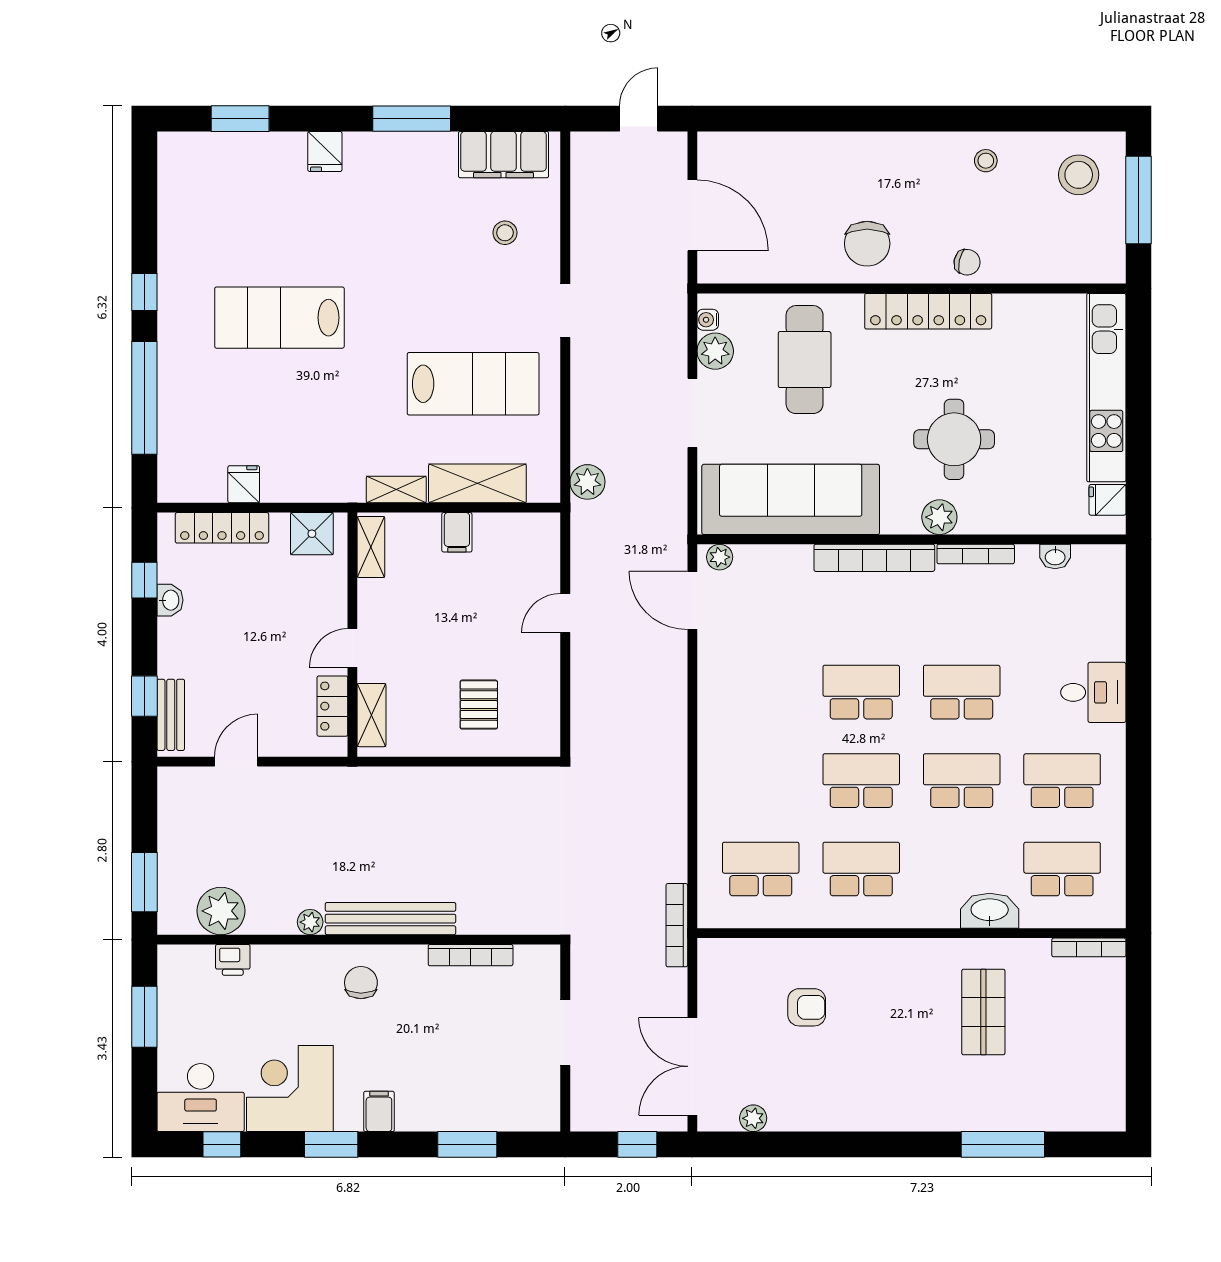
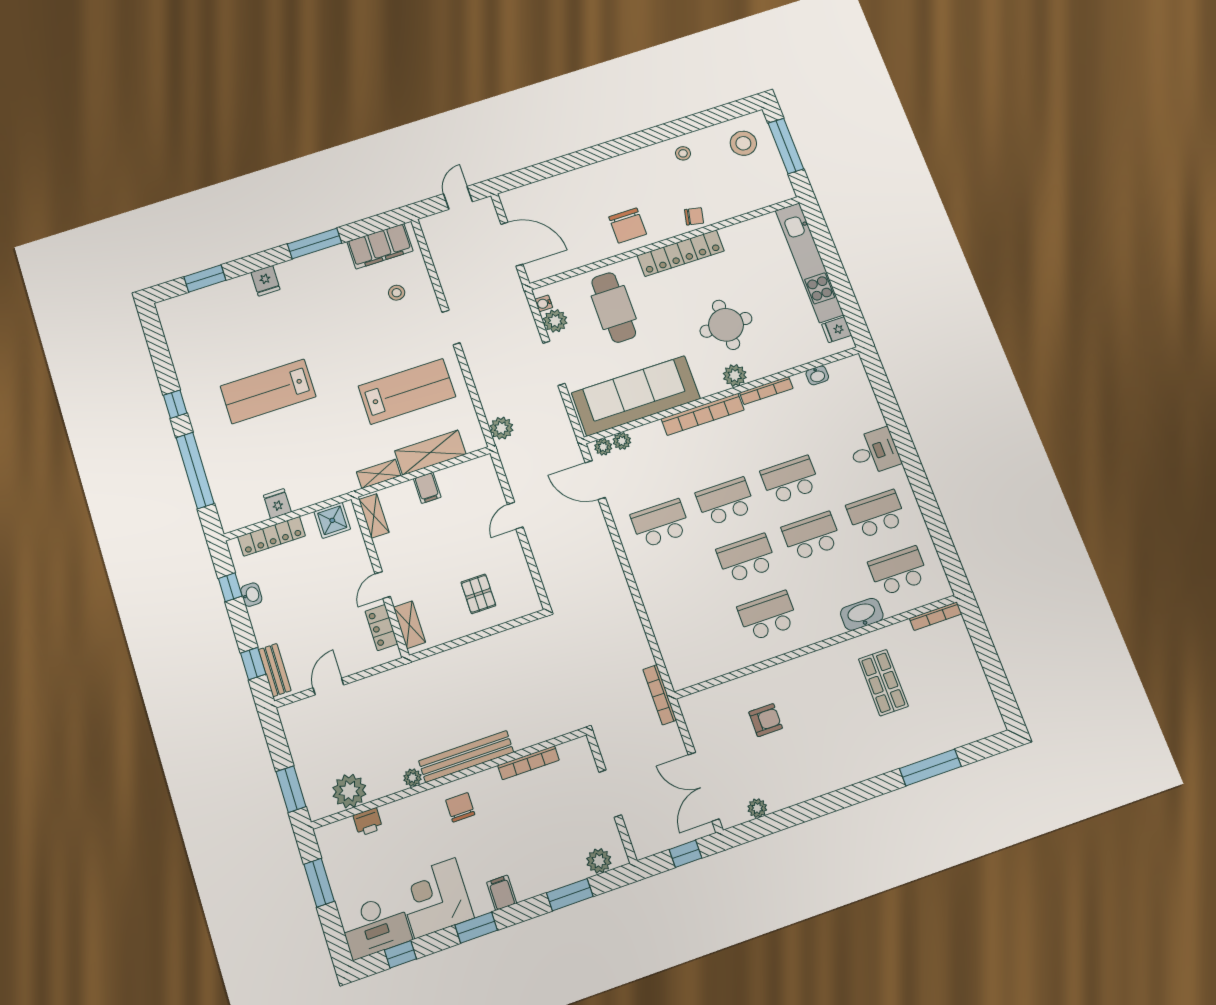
plant: (748, 557) -> (622, 441), added
school desk: (761, 869) -> (660, 523), moved
plant: (520, 1114) -> (599, 861), added

